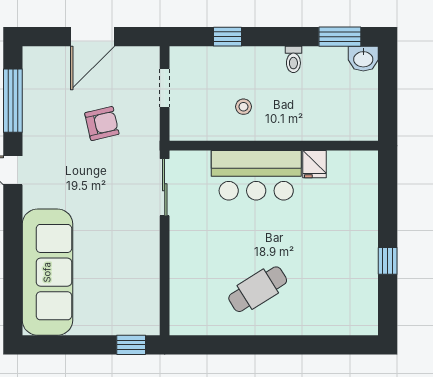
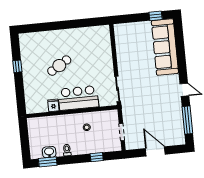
door: (93, 37) -> (155, 151), hinge flipped
washbasin: (363, 59) -> (49, 152), moved
armchair: (102, 124) -> (148, 114), removed
cafe table: (258, 289) -> (59, 66), moved
window: (131, 345) -> (156, 16), moved

